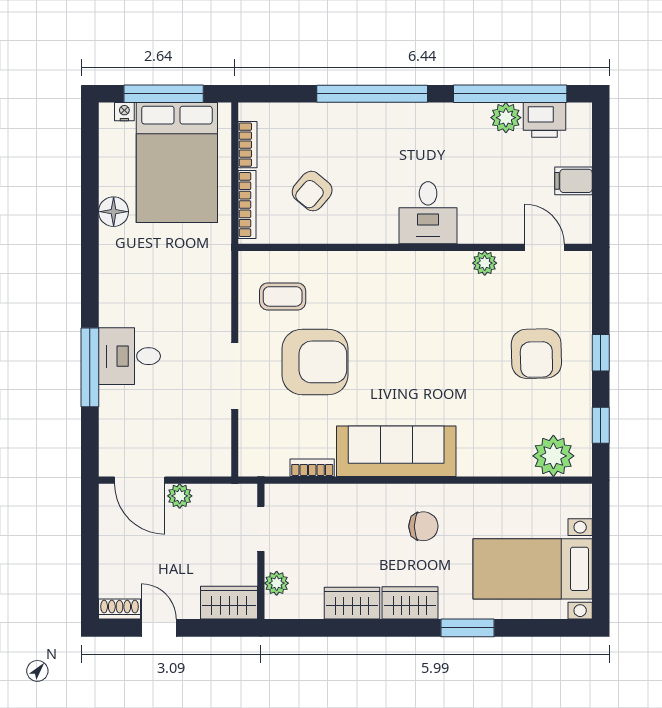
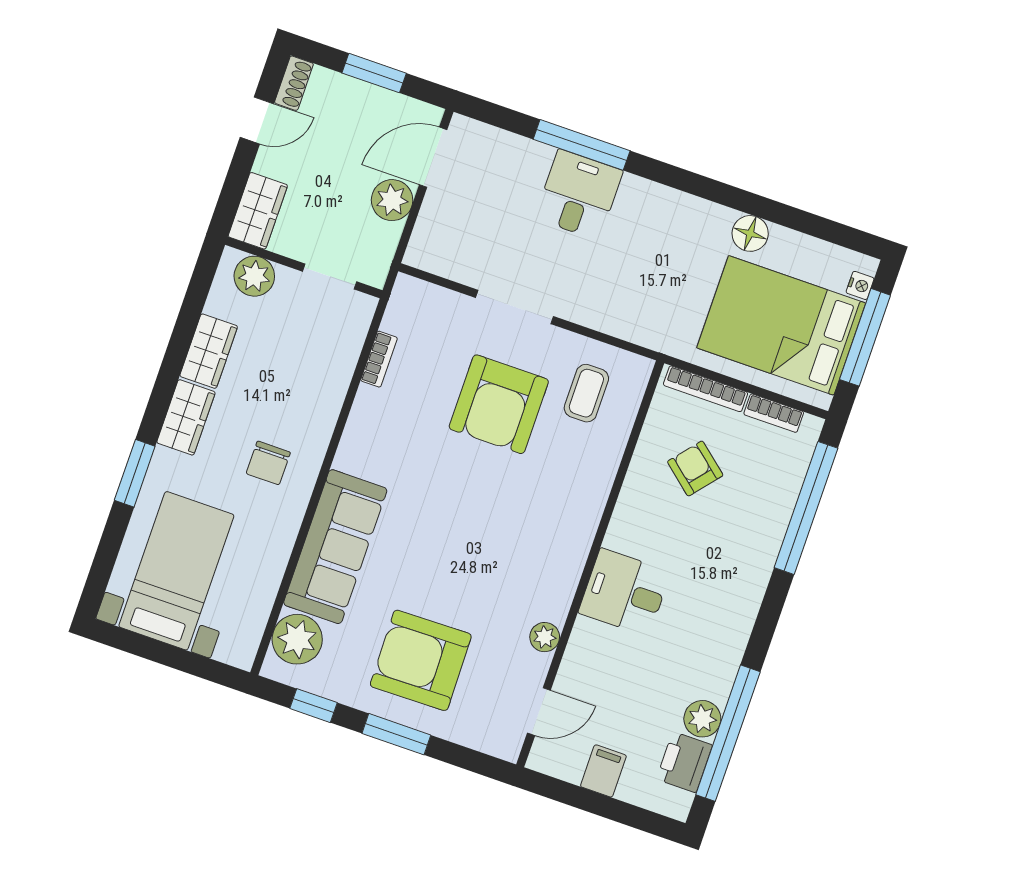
window: (372, 94) -> (806, 508), moved
window: (601, 353) -> (396, 734), width x1.50
armchair: (536, 354) -> (421, 660), width x1.36, depth x1.36
sofa: (396, 451) -> (335, 547), moved
plant: (180, 496) -> (392, 200), width x1.38, depth x1.38
window: (90, 549) -> (374, 73), added
plant: (277, 583) -> (254, 276), width x1.38, depth x1.38

